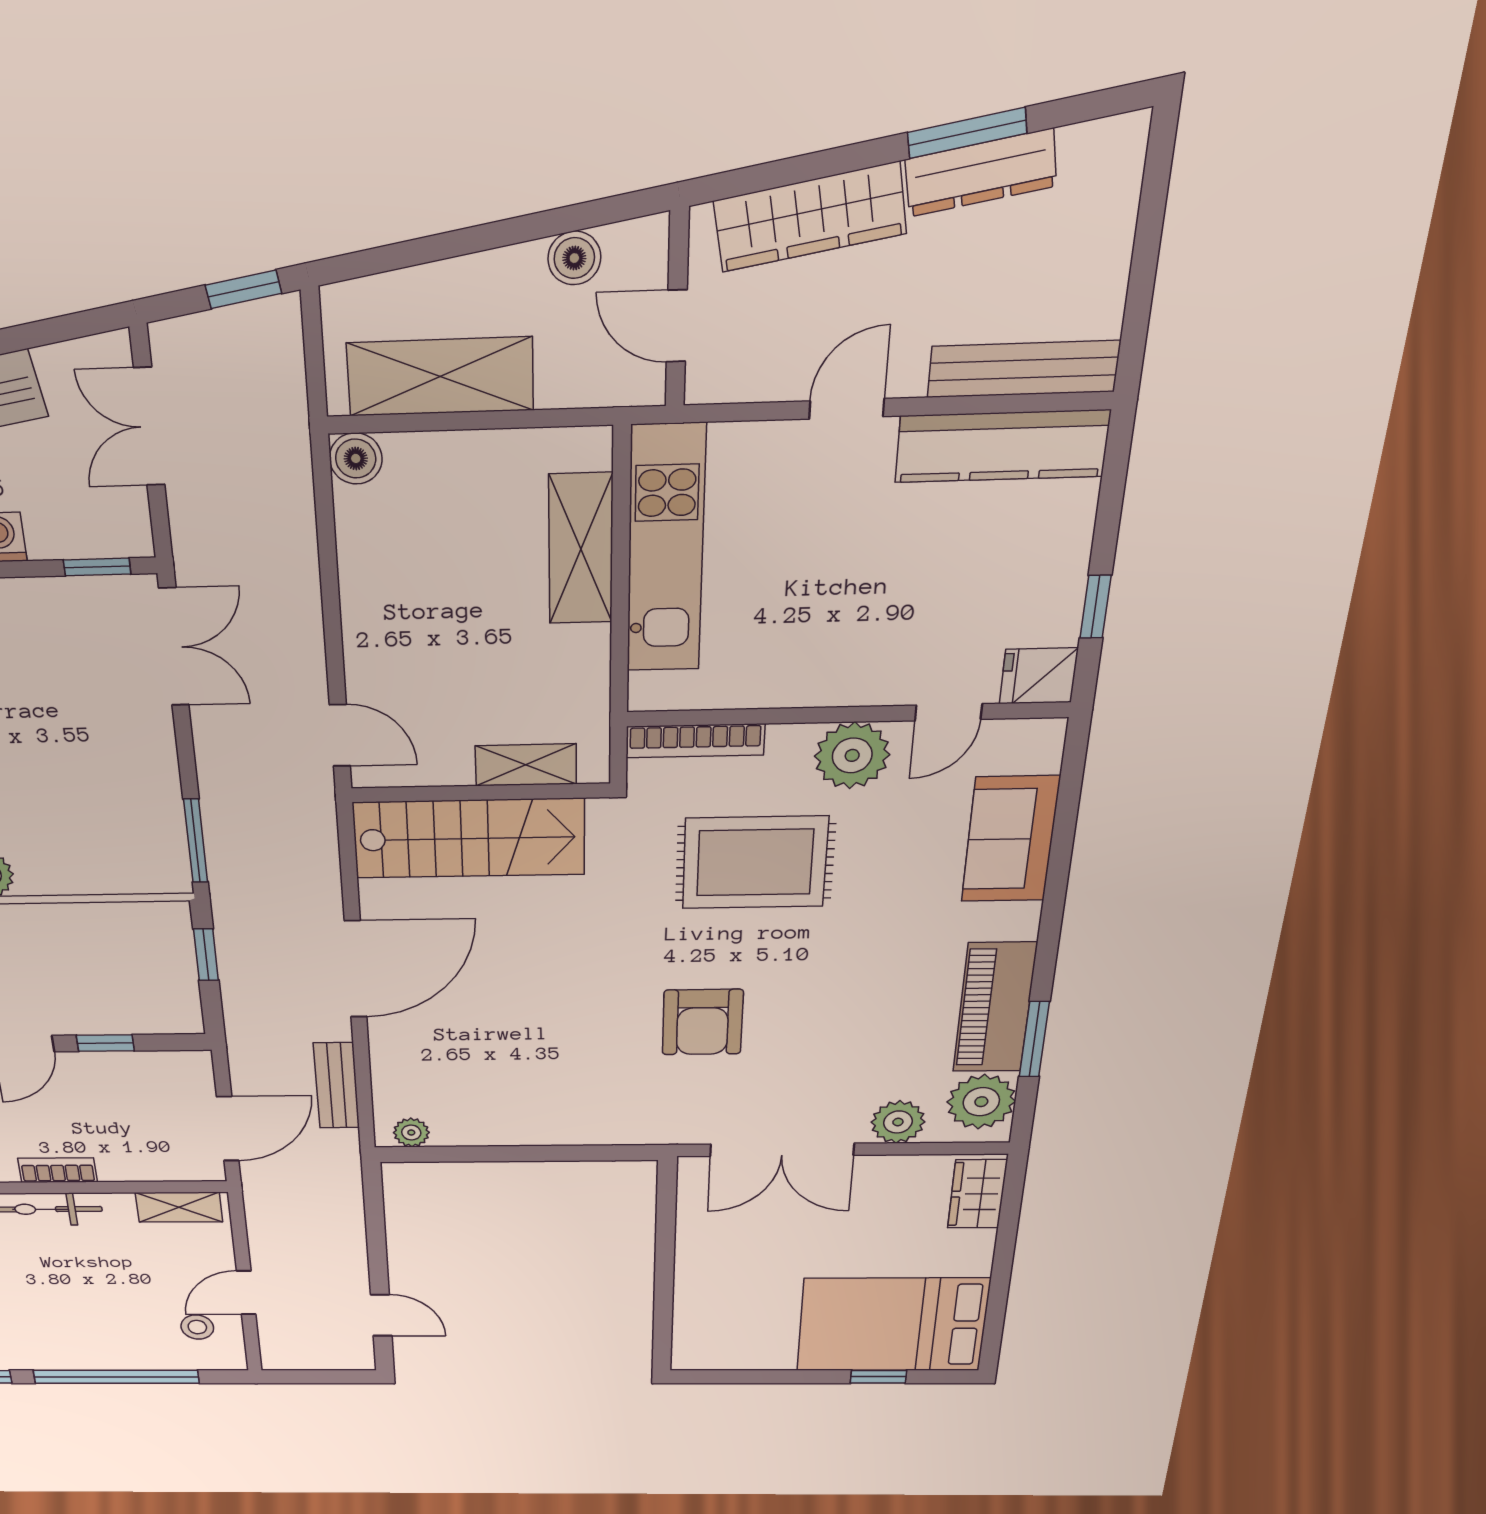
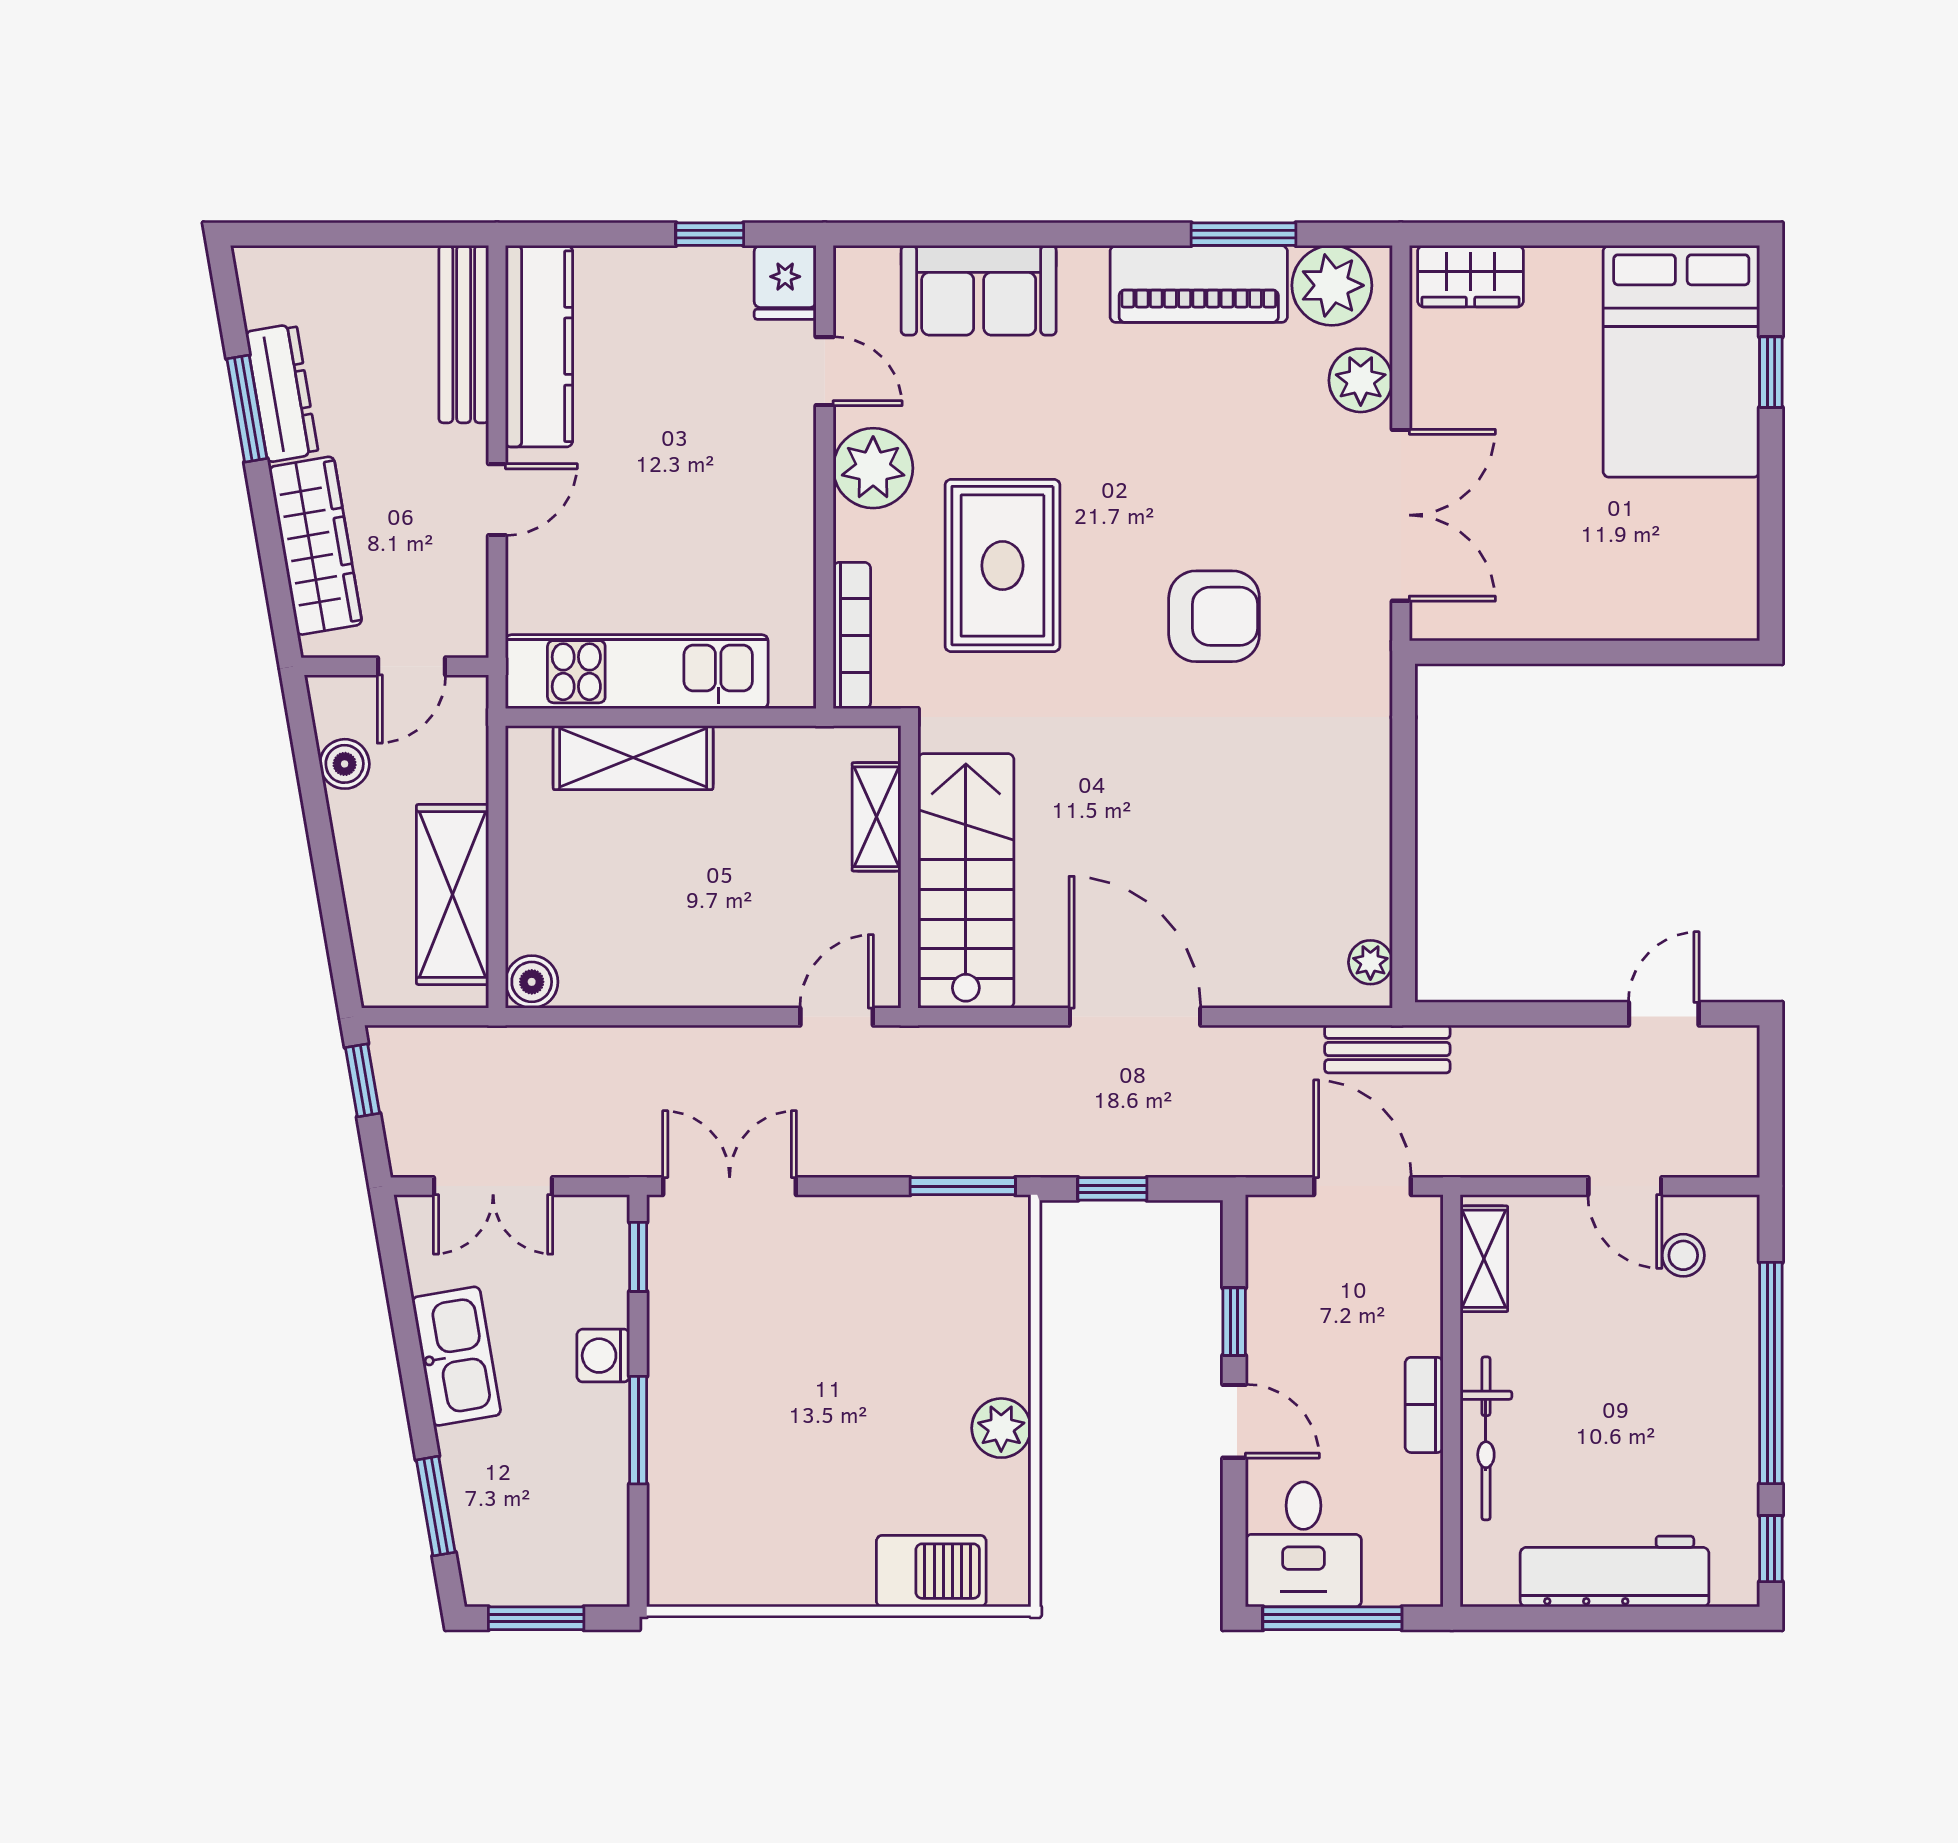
door: (847, 409) -> (497, 500), swing flipped
bench: (337, 1086) -> (1387, 1049), moved

